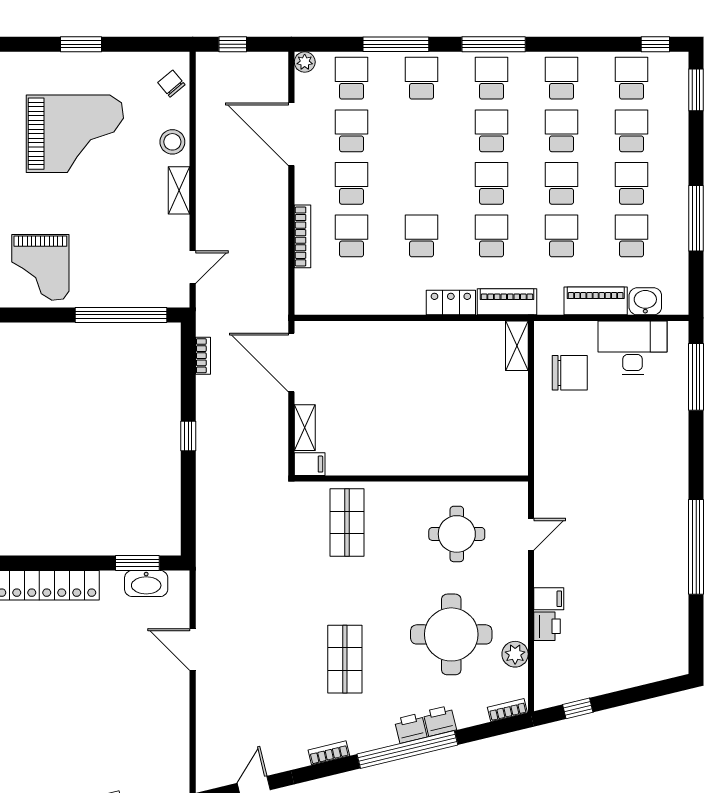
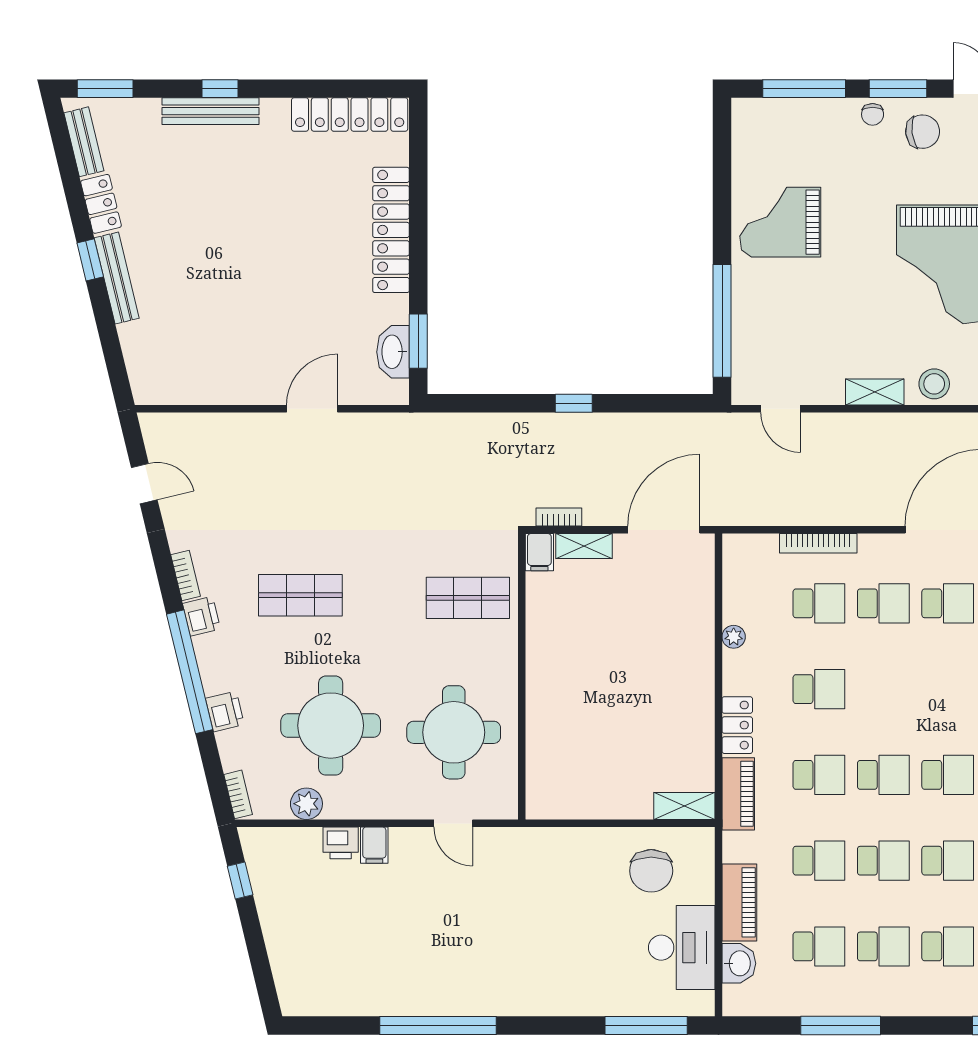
plant: (379, 306) -> (734, 637), added
bookcase: (203, 356) -> (559, 517), moved, turned 180
round table: (457, 534) -> (454, 732), width x1.36, depth x1.36
printer: (411, 728) -> (201, 616), moved

